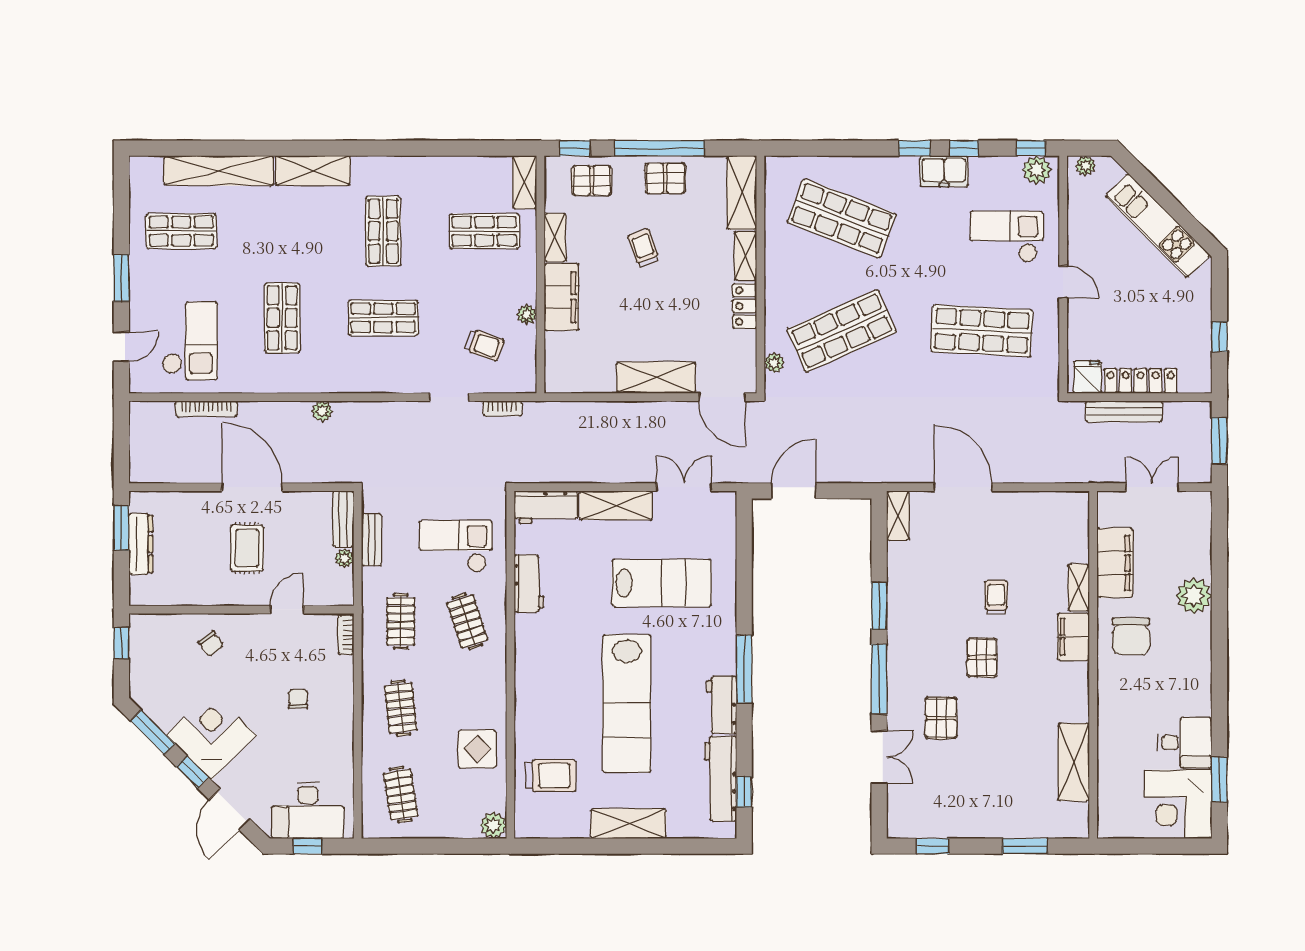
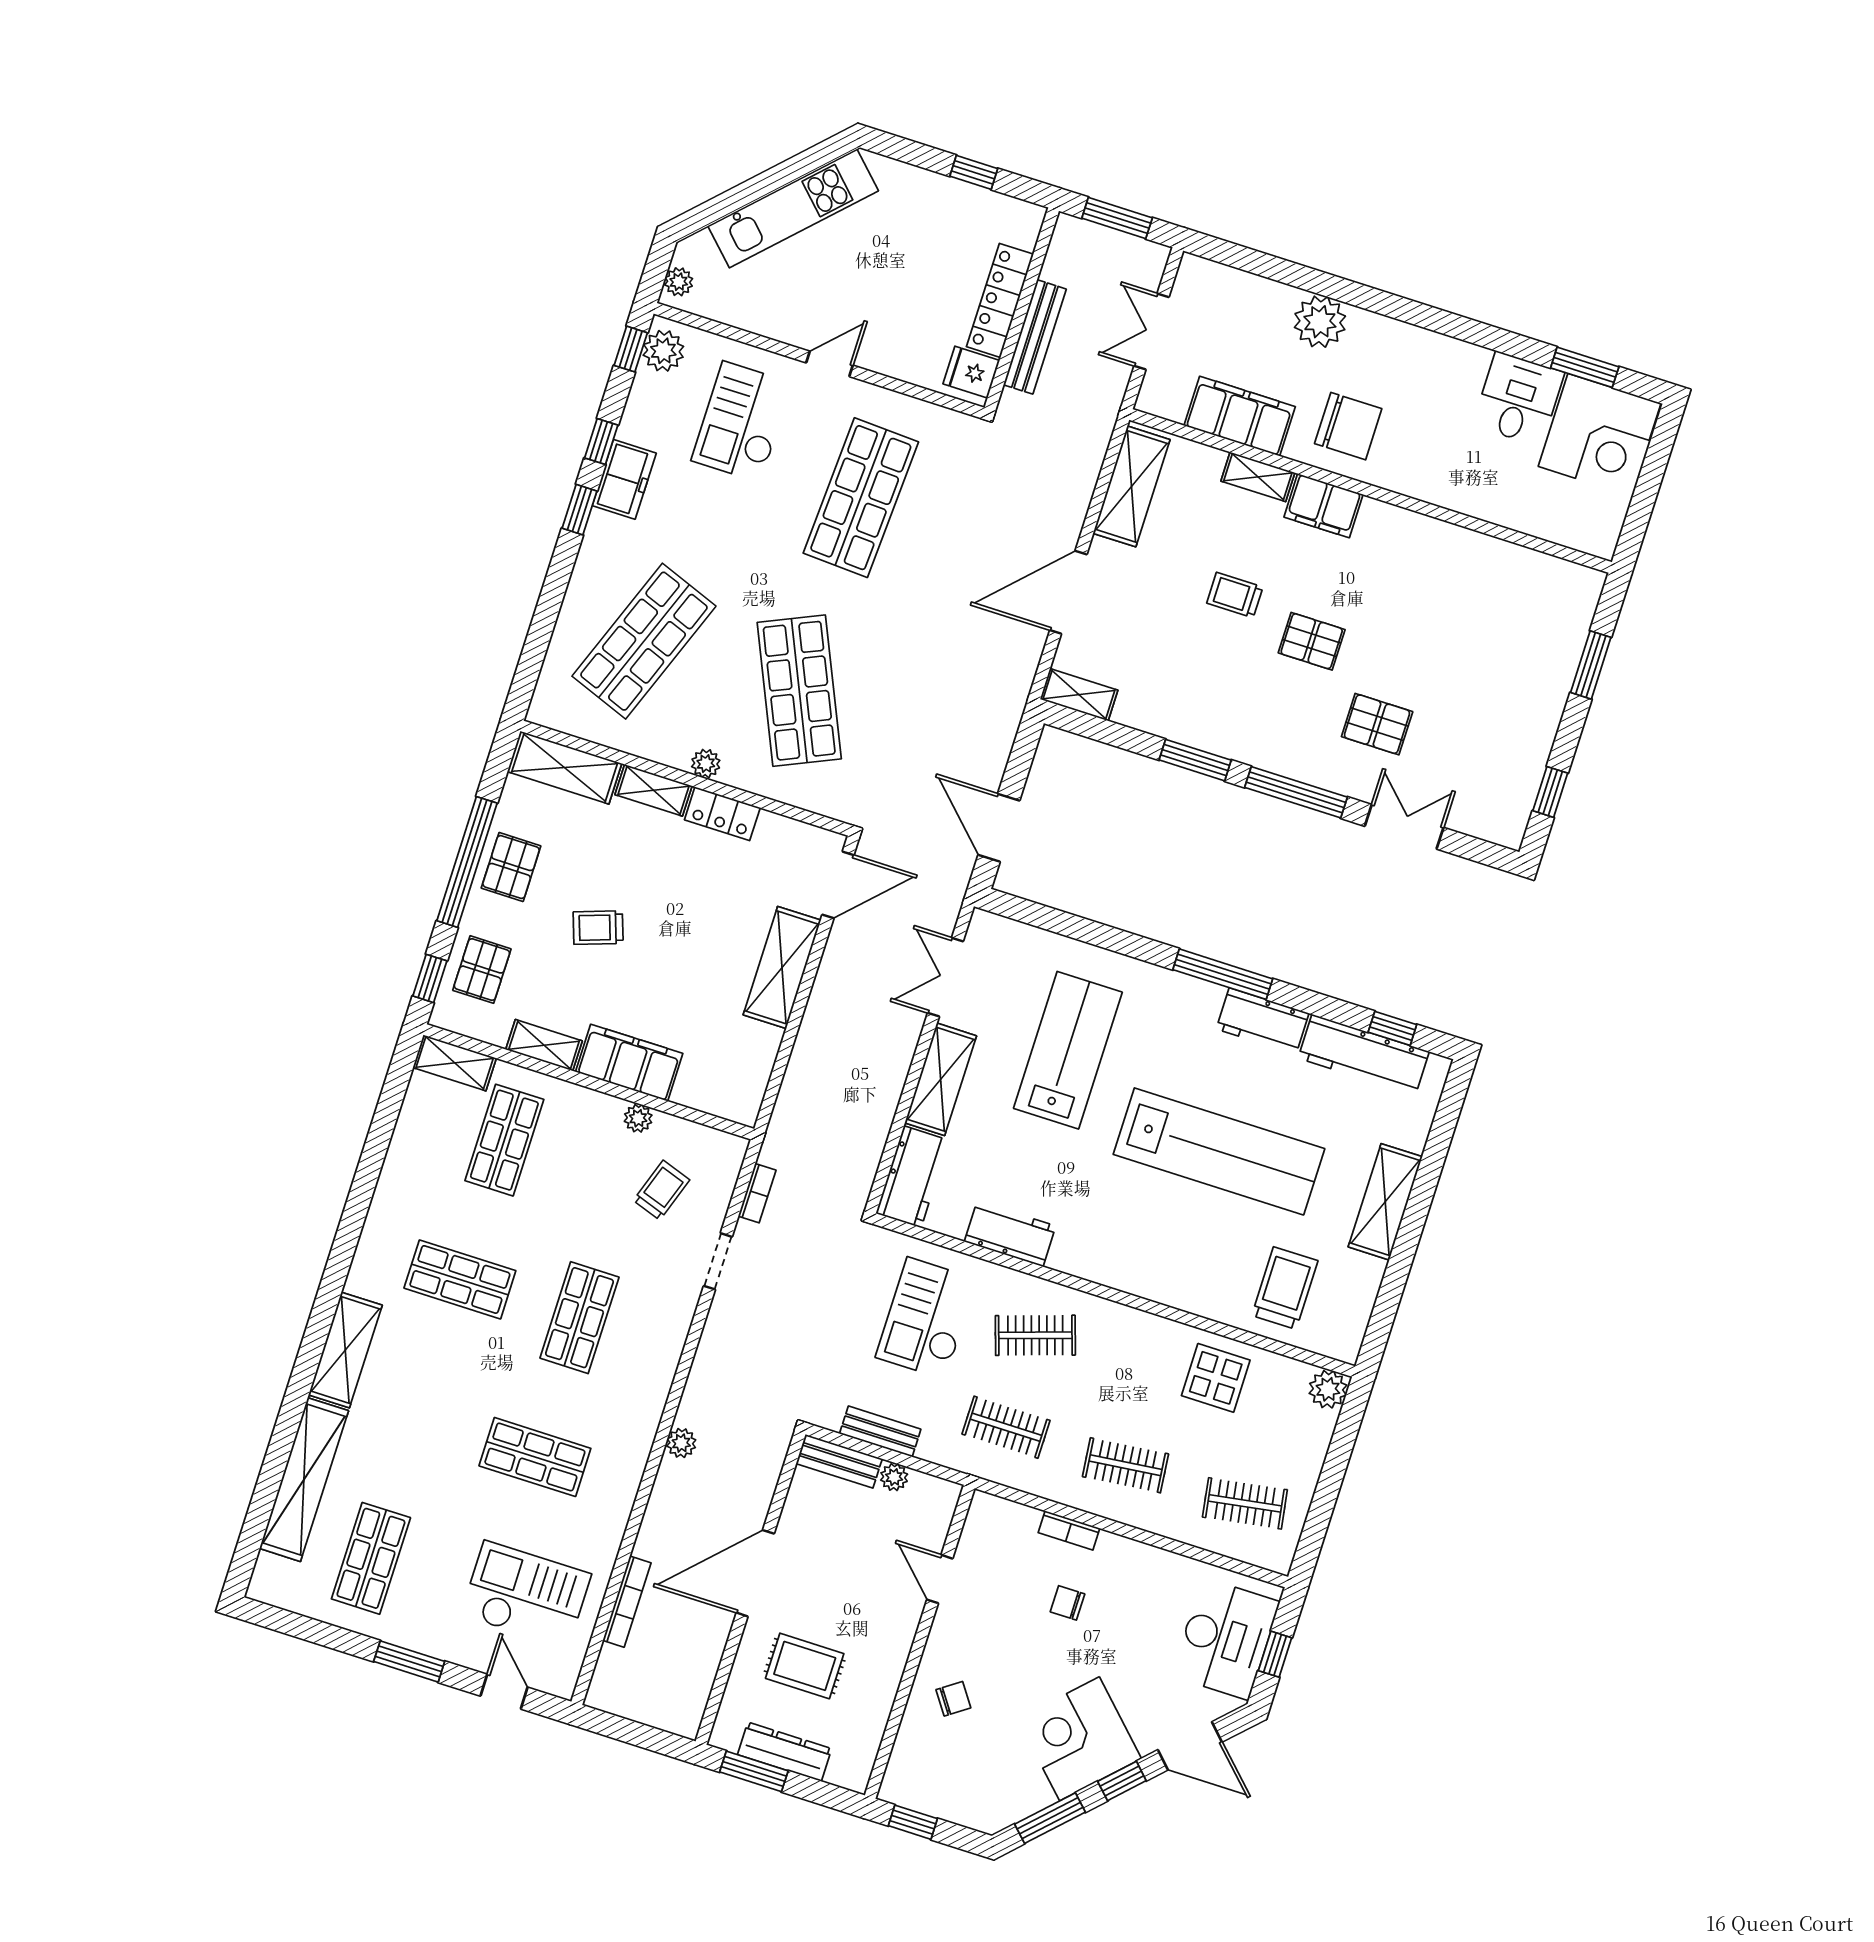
plant: (774, 363) -> (706, 764), moved
rug: (247, 548) -> (805, 1666), moved
bookcase: (346, 635) -> (1069, 1530), moved
shelving: (1074, 762) -> (1131, 486), moved, turned 90

